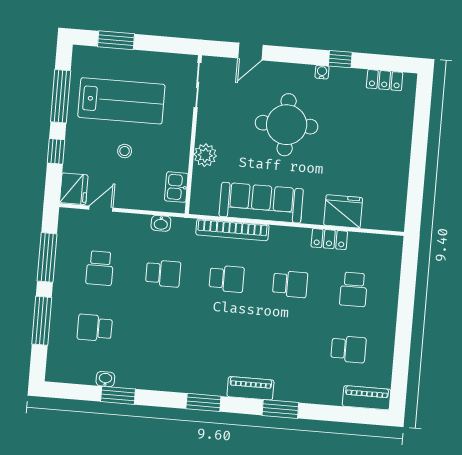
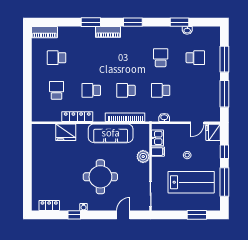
lab bench: (121, 101) -> (191, 182), turned 180
filing cabinet: (177, 162) -> (158, 152), added
locker: (329, 239) -> (77, 117), width x1.53
school desk: (100, 268) -> (161, 58), moved

